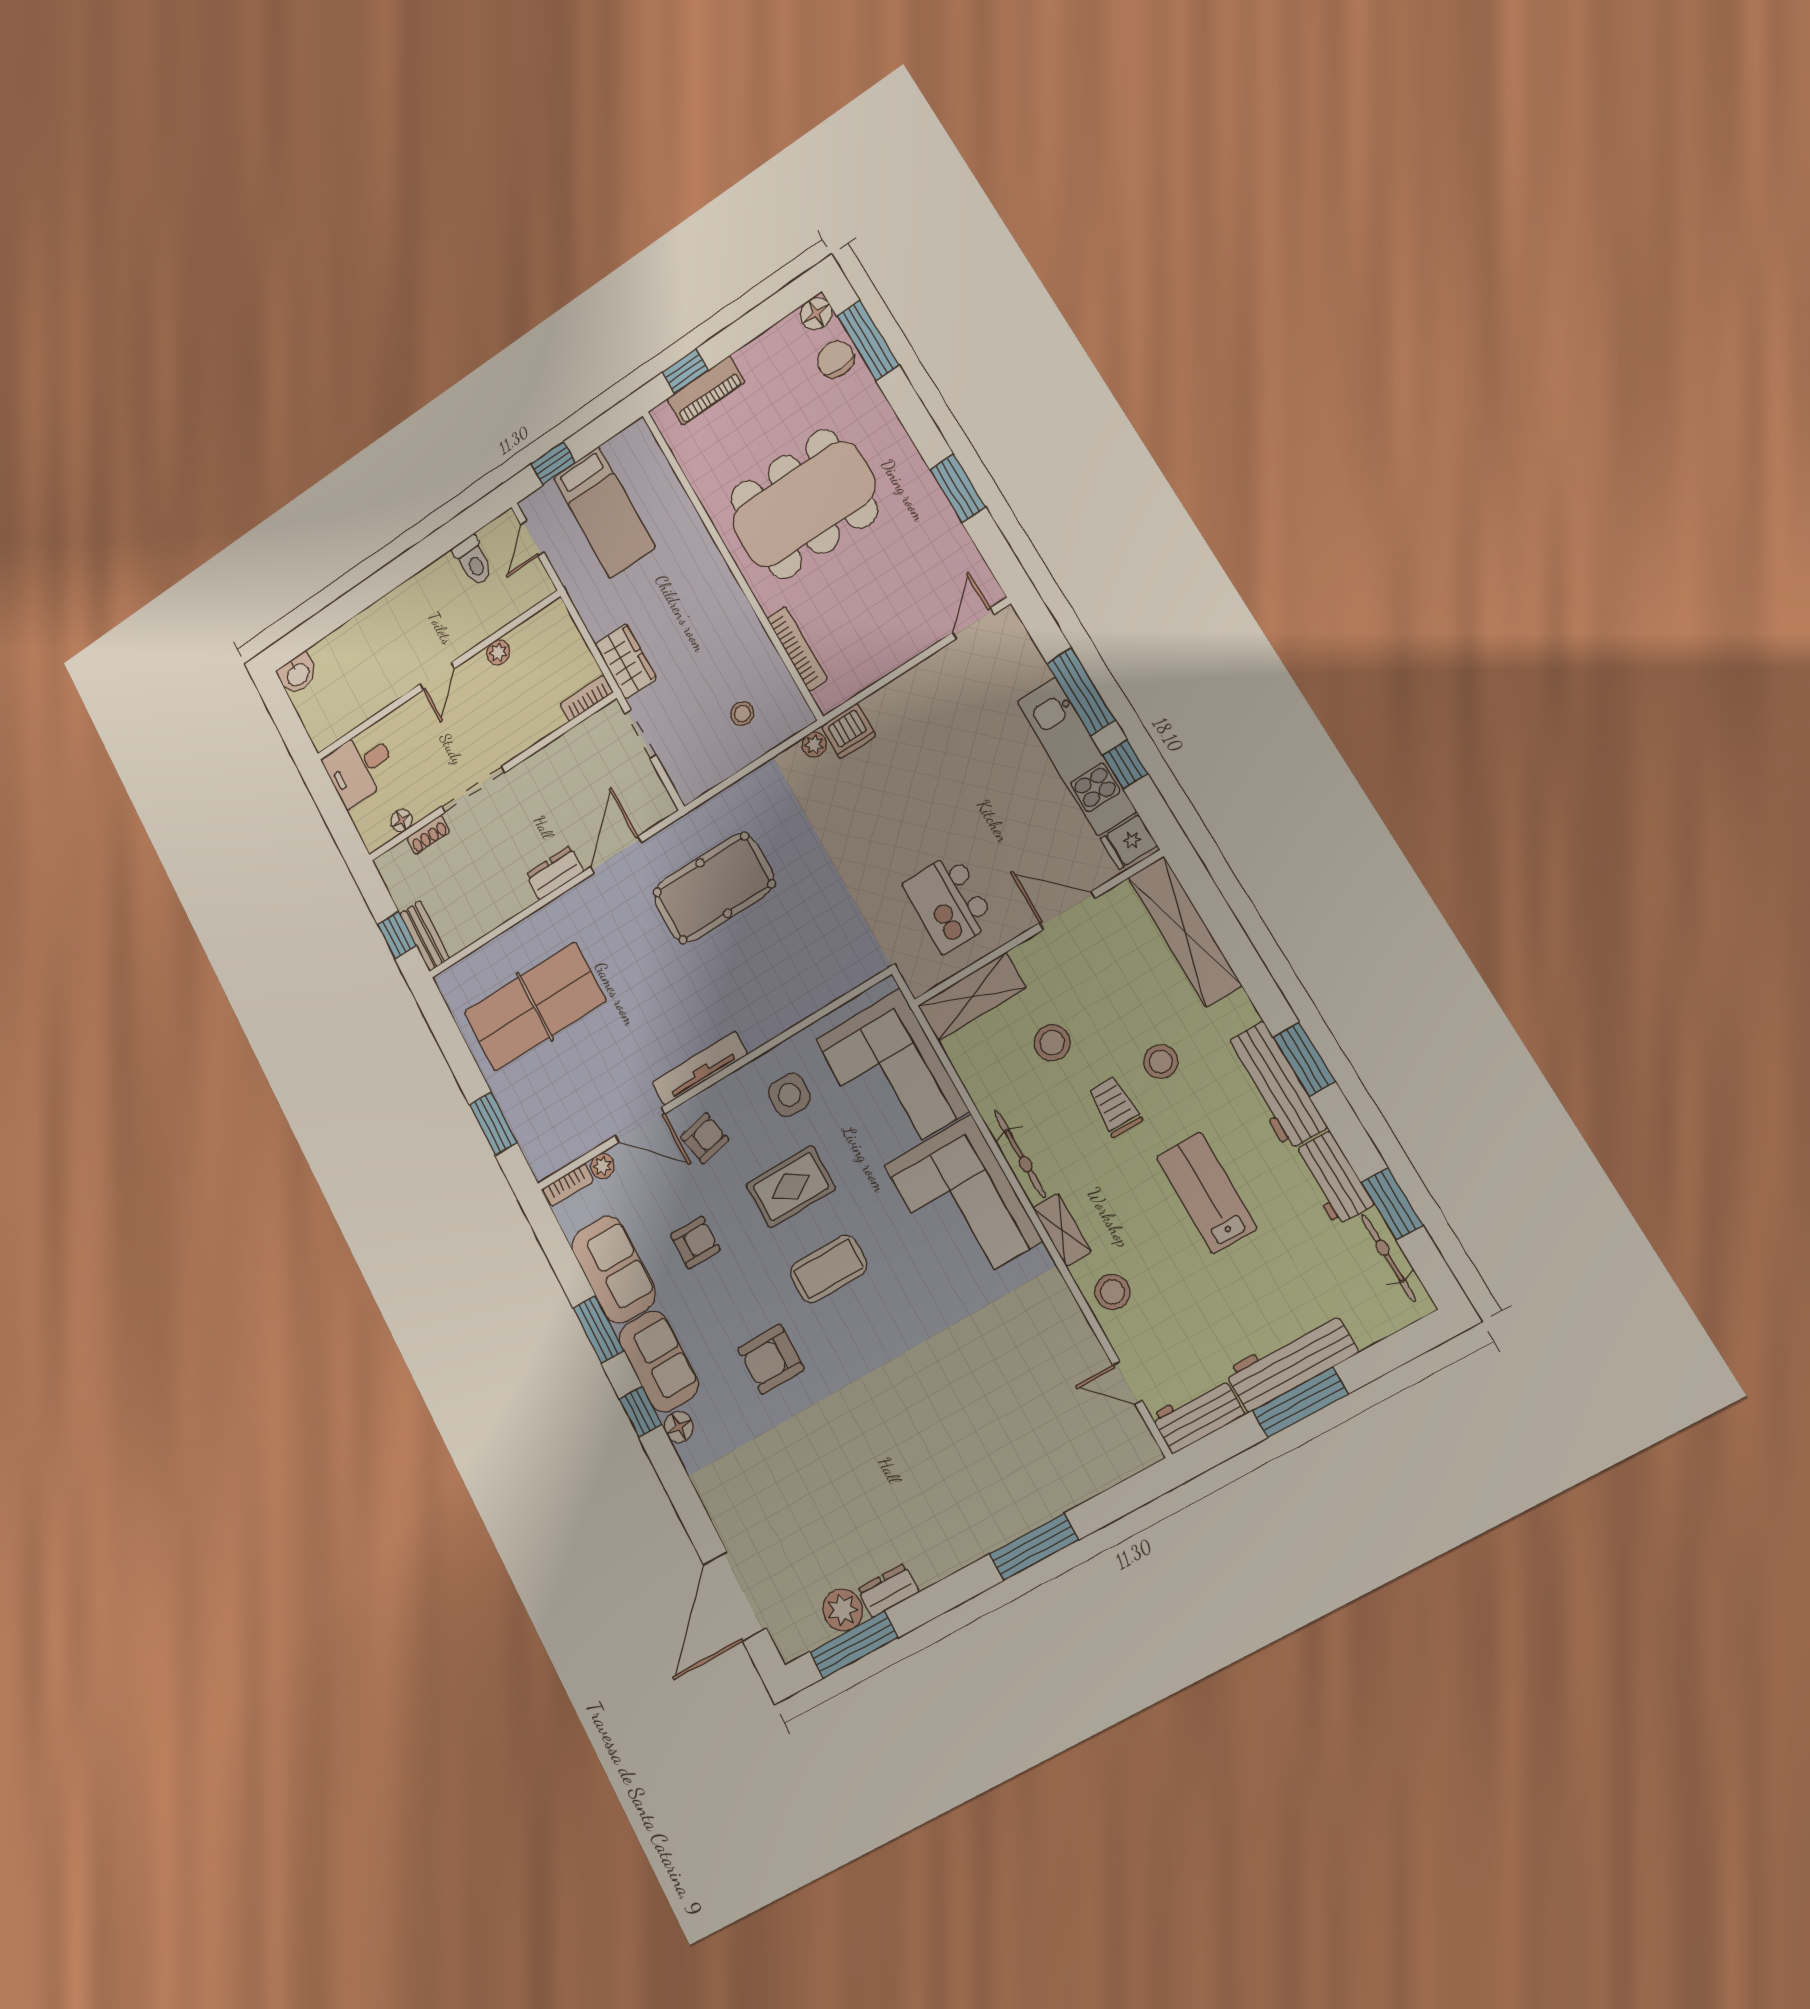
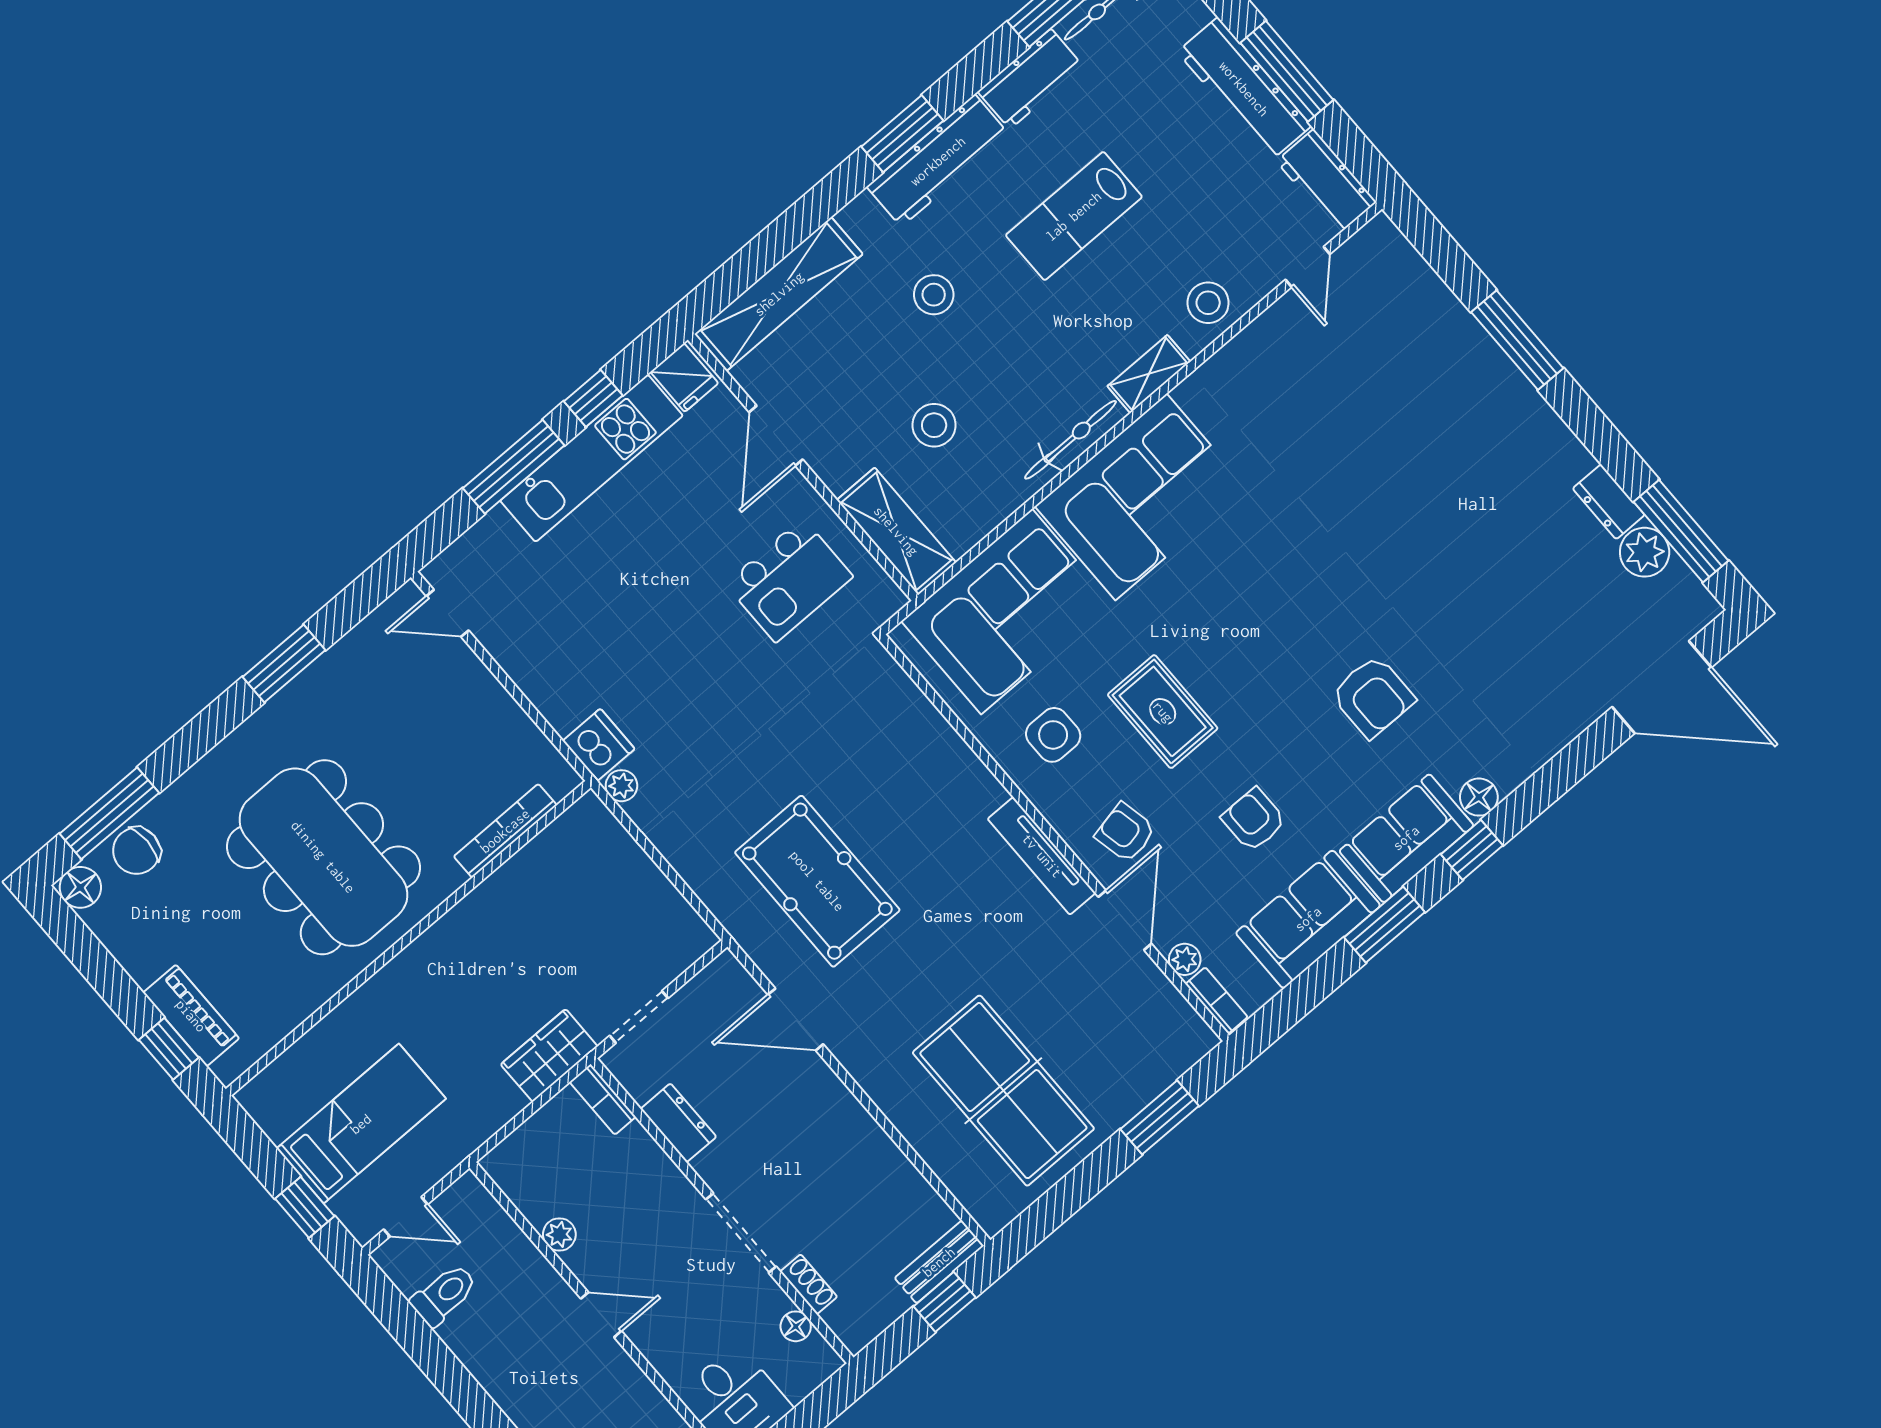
stool: (742, 714) -> (595, 887), removed
dresser: (555, 873) -> (678, 1123), moved, turned 180
trolley: (1115, 1106) -> (995, 339), removed
coffee table: (828, 1269) -> (1251, 646), removed

